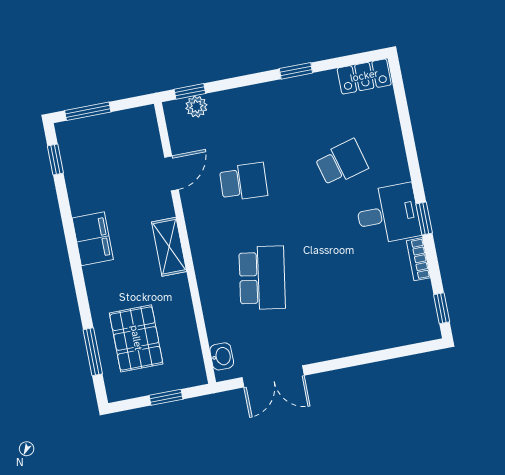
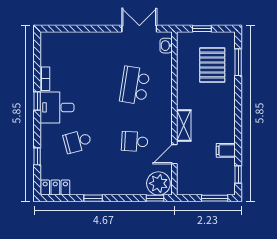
plant: (196, 107) -> (158, 183), width x1.87, depth x1.87
filing cabinet: (93, 239) -> (226, 150), moved, width x0.50
shelving: (169, 247) -> (184, 126), moved
window: (442, 308) -> (37, 156), moved

